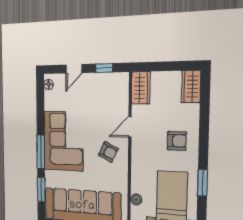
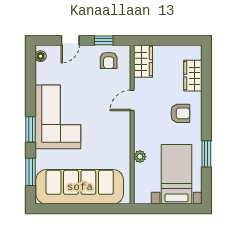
wardrobe: (191, 87) -> (193, 76), moved
window: (41, 152) -> (31, 129), width x0.69
armchair: (108, 152) -> (109, 60), moved, turned 64
plant: (136, 200) -> (140, 157), moved

